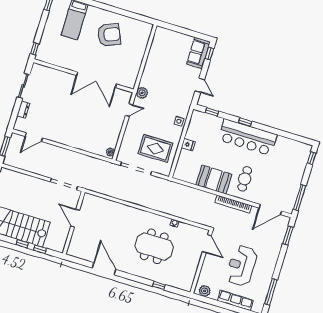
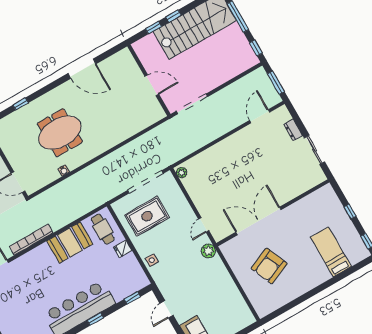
armchair: (109, 35) -> (269, 266), moved
window: (35, 49) -> (350, 212), moved
door: (200, 85) -> (167, 309), hinge flipped
cafe table: (245, 179) -> (103, 229), moved

